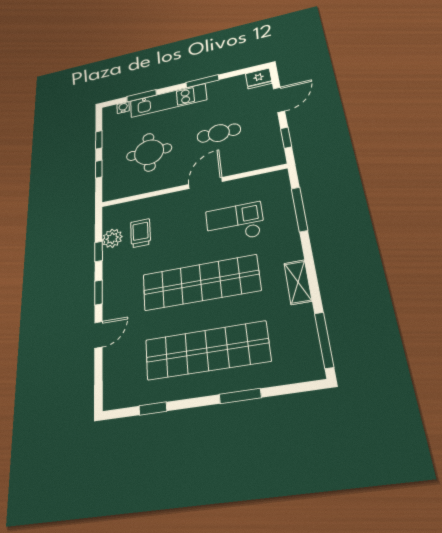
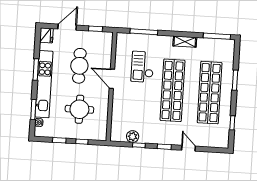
kitchen unit: (168, 100) -> (44, 84), width x1.36
door: (279, 100) -> (67, 27), hinge flipped
cafe table: (219, 133) -> (79, 66), width x1.37, depth x1.35
trolley: (141, 233) -> (134, 120), removed

